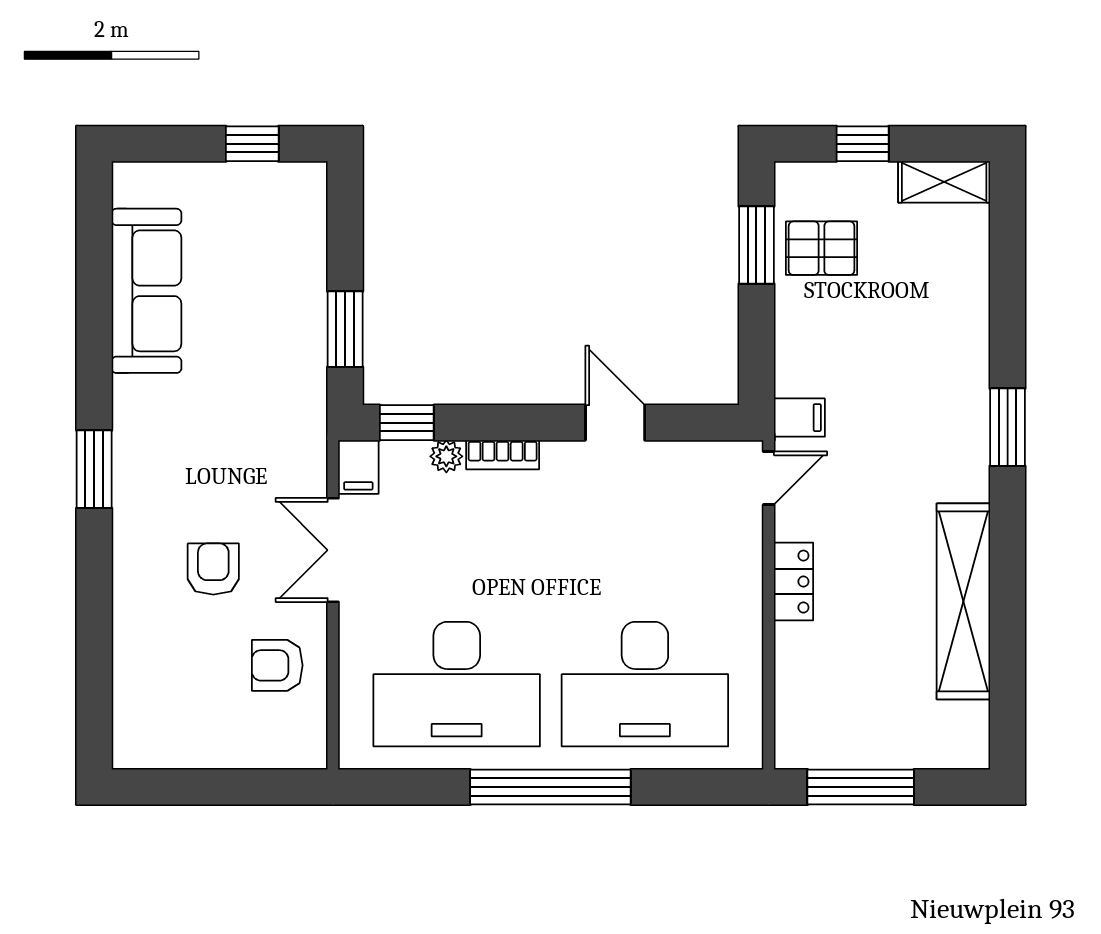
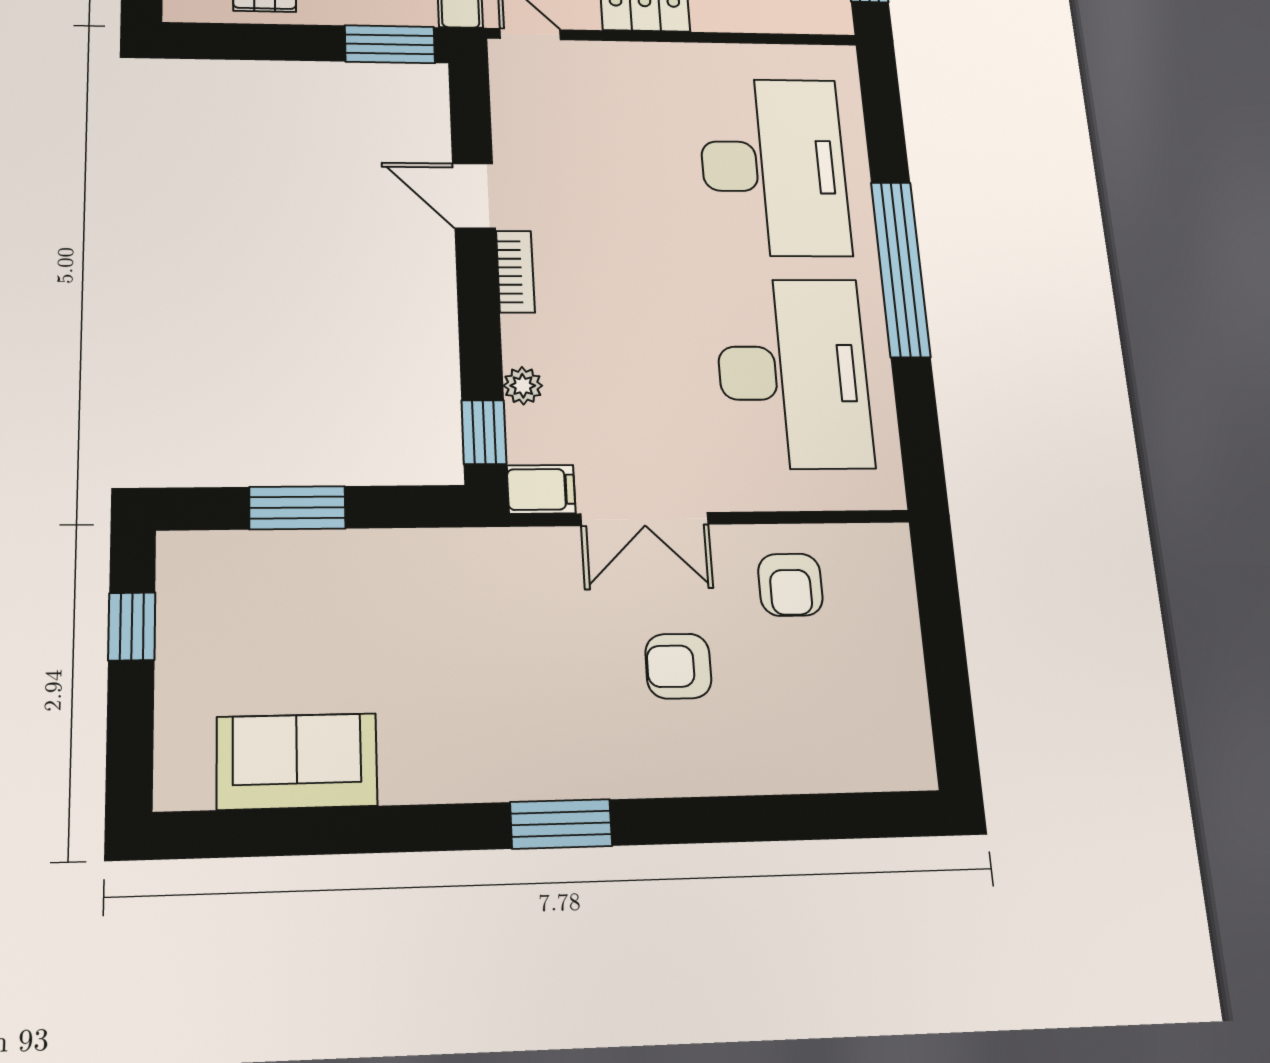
window: (756, 245) -> (390, 44), moved
sofa: (146, 291) -> (297, 761), width x0.73
window: (345, 329) -> (297, 508), moved
door: (615, 423) -> (474, 196), hinge flipped
bookcase: (503, 455) -> (515, 272), moved

